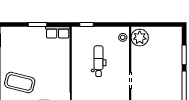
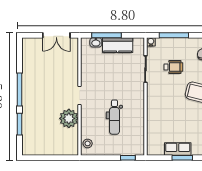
row of seats: (58, 32) -> (178, 149), moved
plant: (140, 38) -> (69, 118), moved

